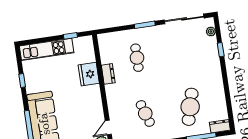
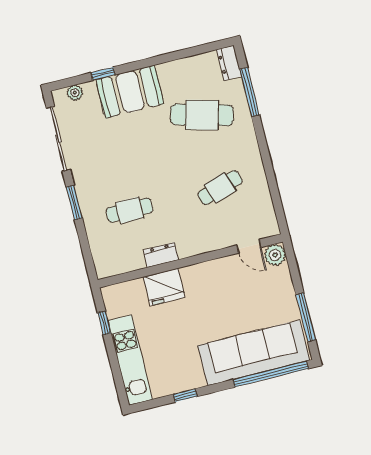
booth: (208, 65) -> (130, 92), added

